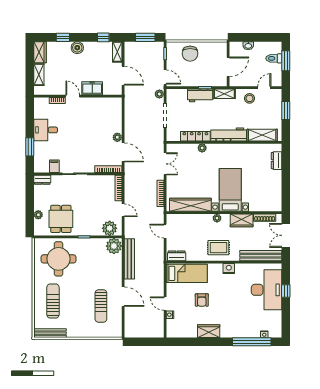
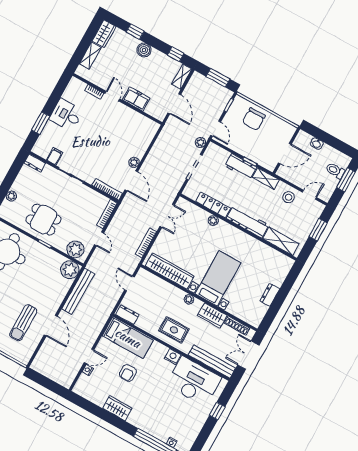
dresser: (276, 161) -> (270, 295), moved
dining table: (61, 219) -> (43, 220), moved, turned 90
desk: (266, 290) -> (194, 381), moved, turned -90
door: (165, 304) -> (89, 356), swing flipped

